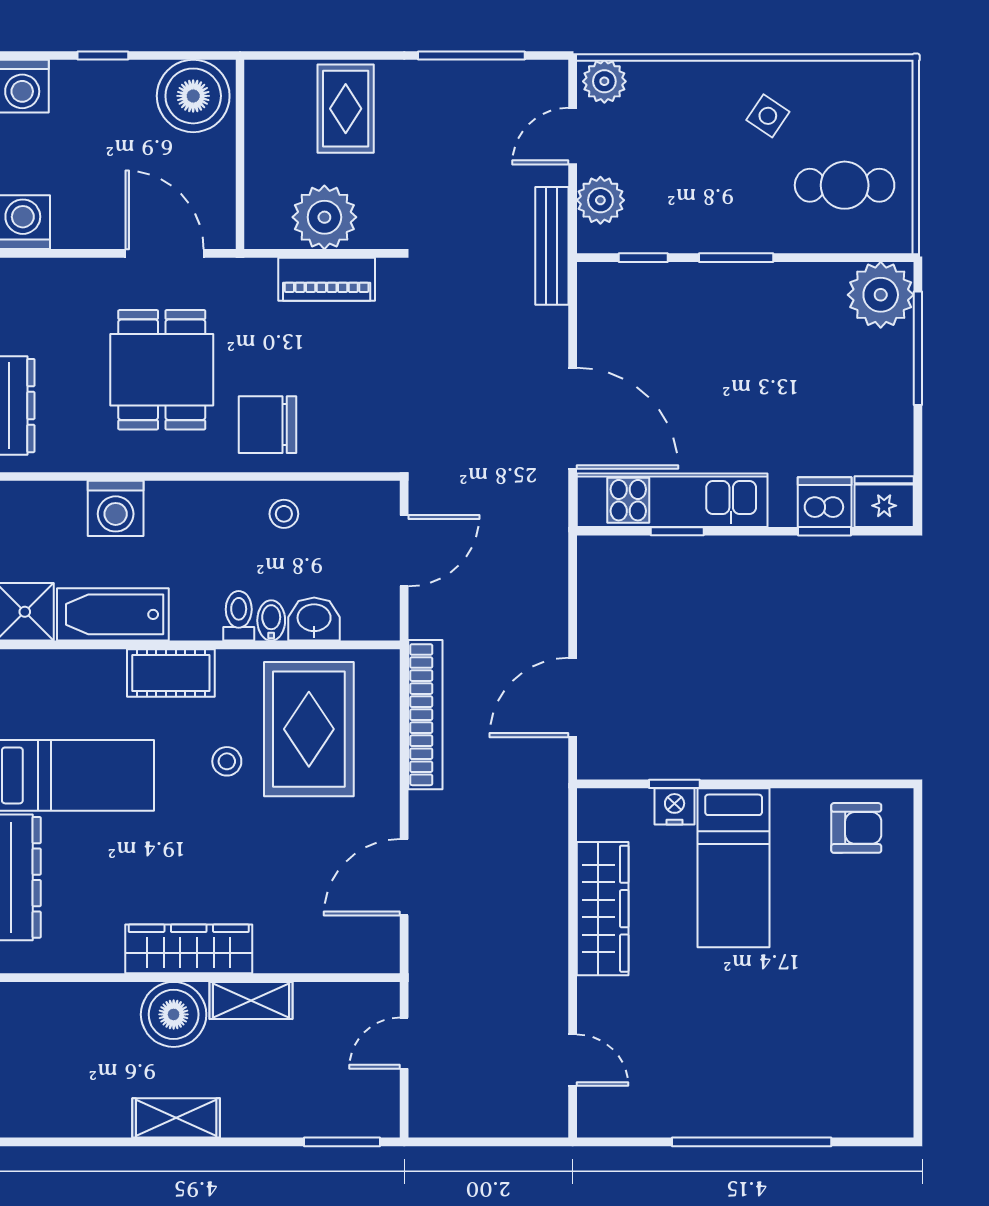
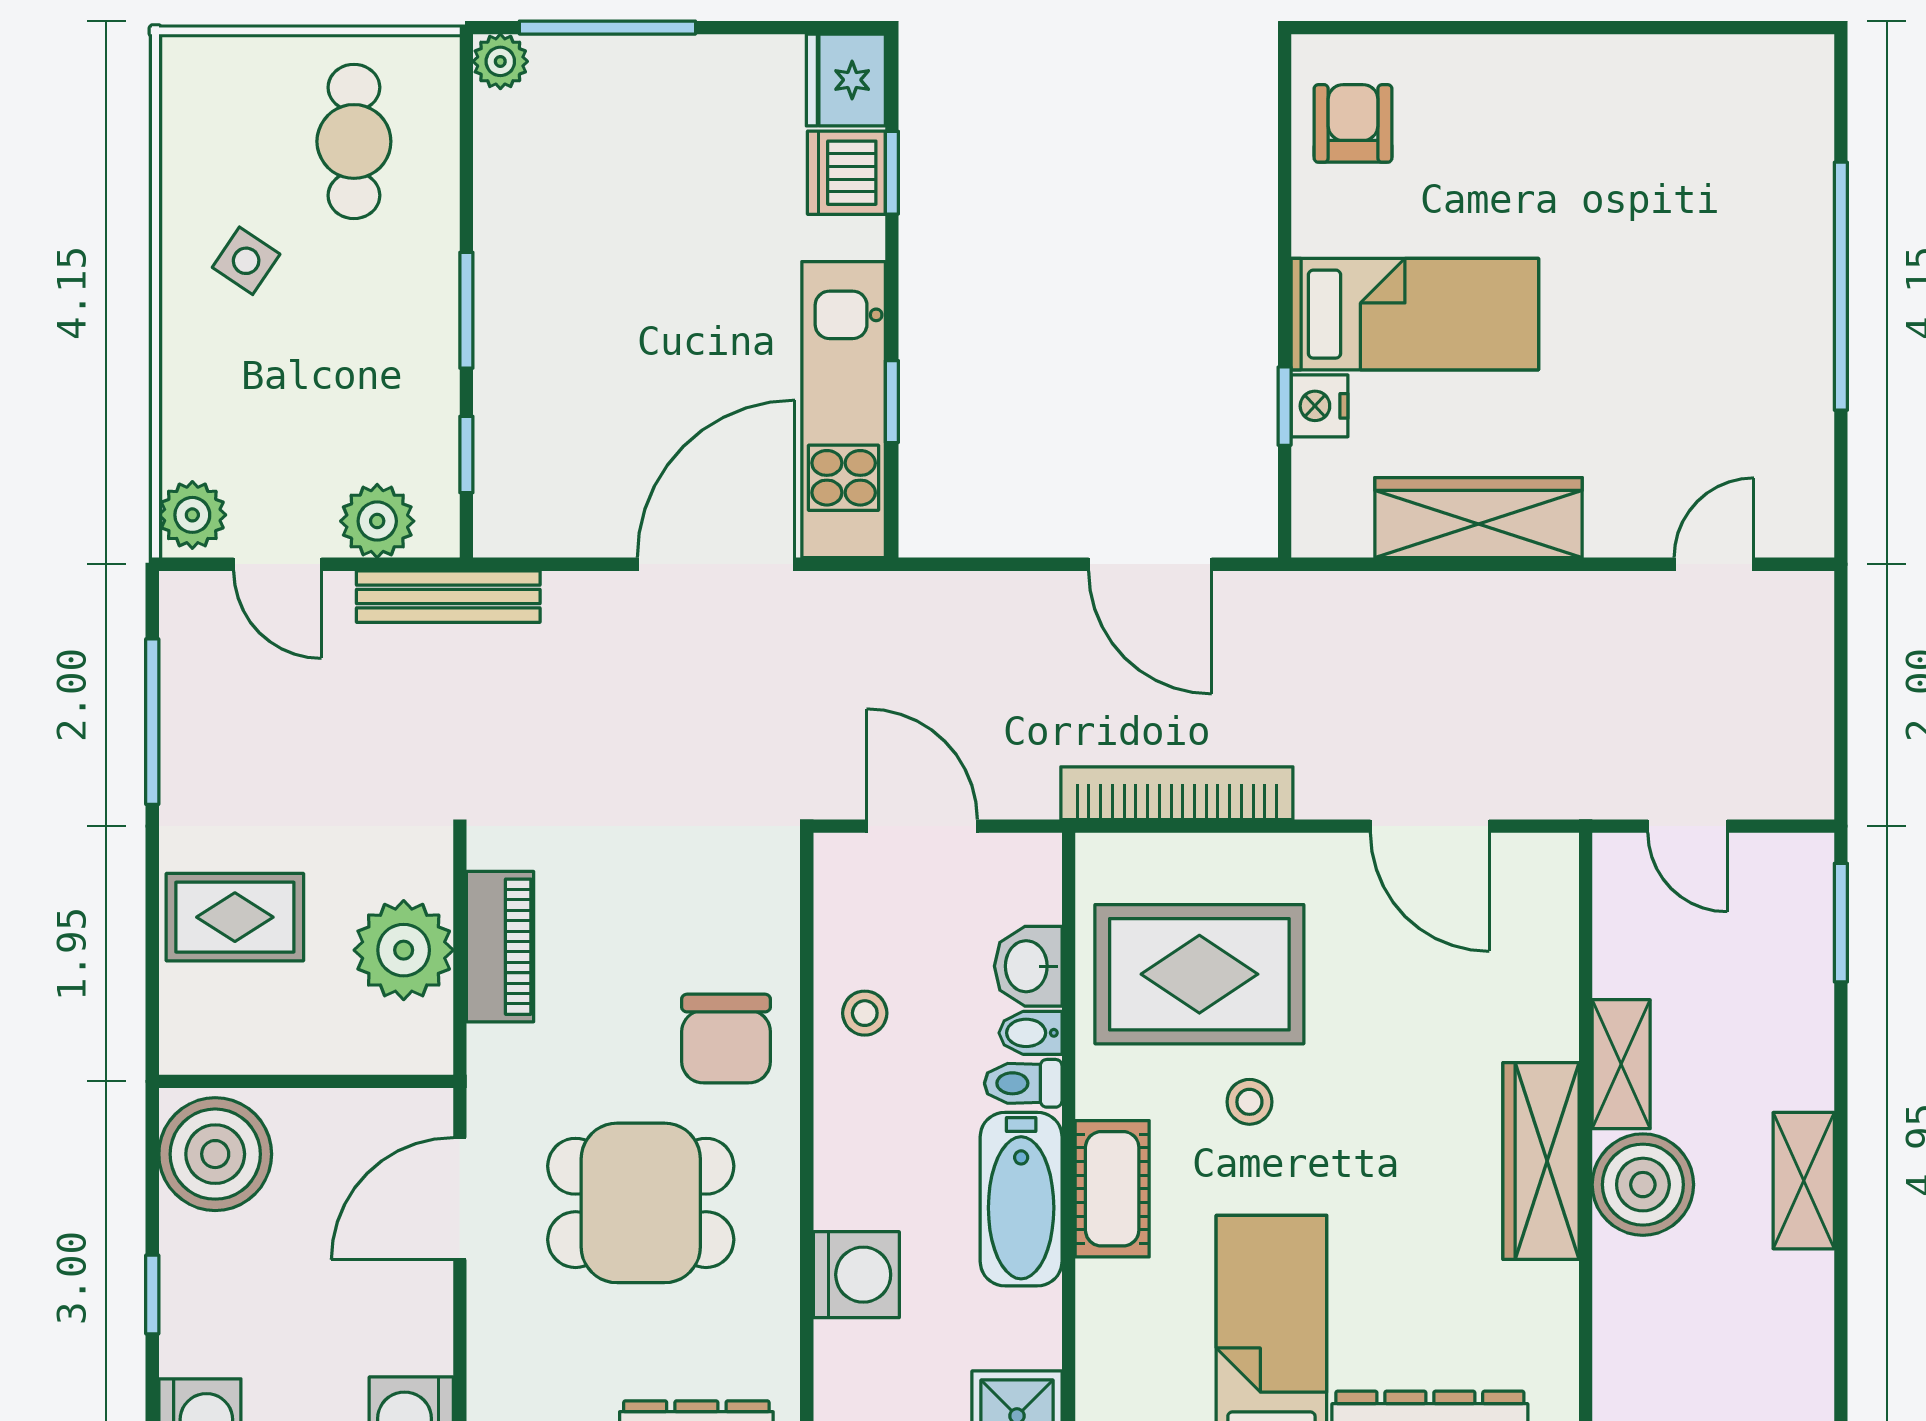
plant: (881, 295) -> (500, 61), width x0.53, depth x0.53
bathtub: (113, 614) -> (1021, 1199), moved

